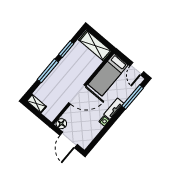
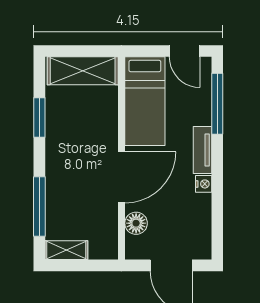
window: (48, 71) -> (39, 207), moved
floor lamp: (61, 124) -> (136, 223), moved

